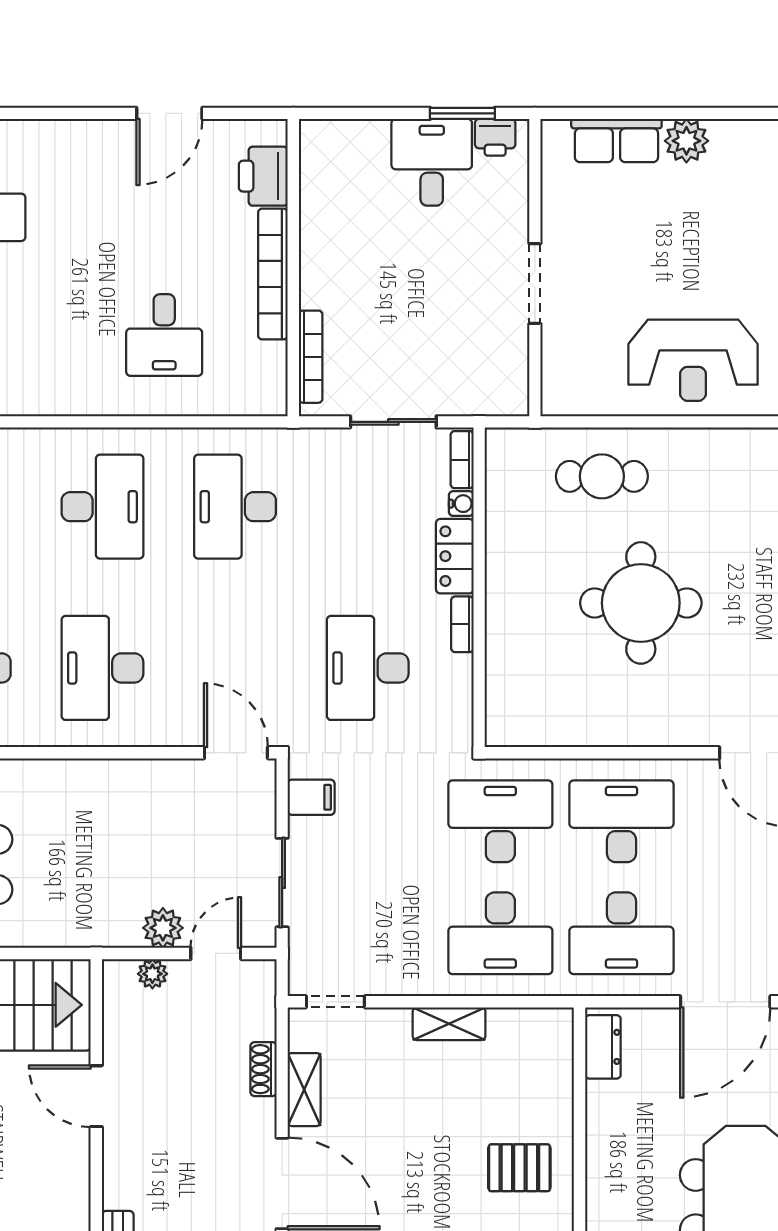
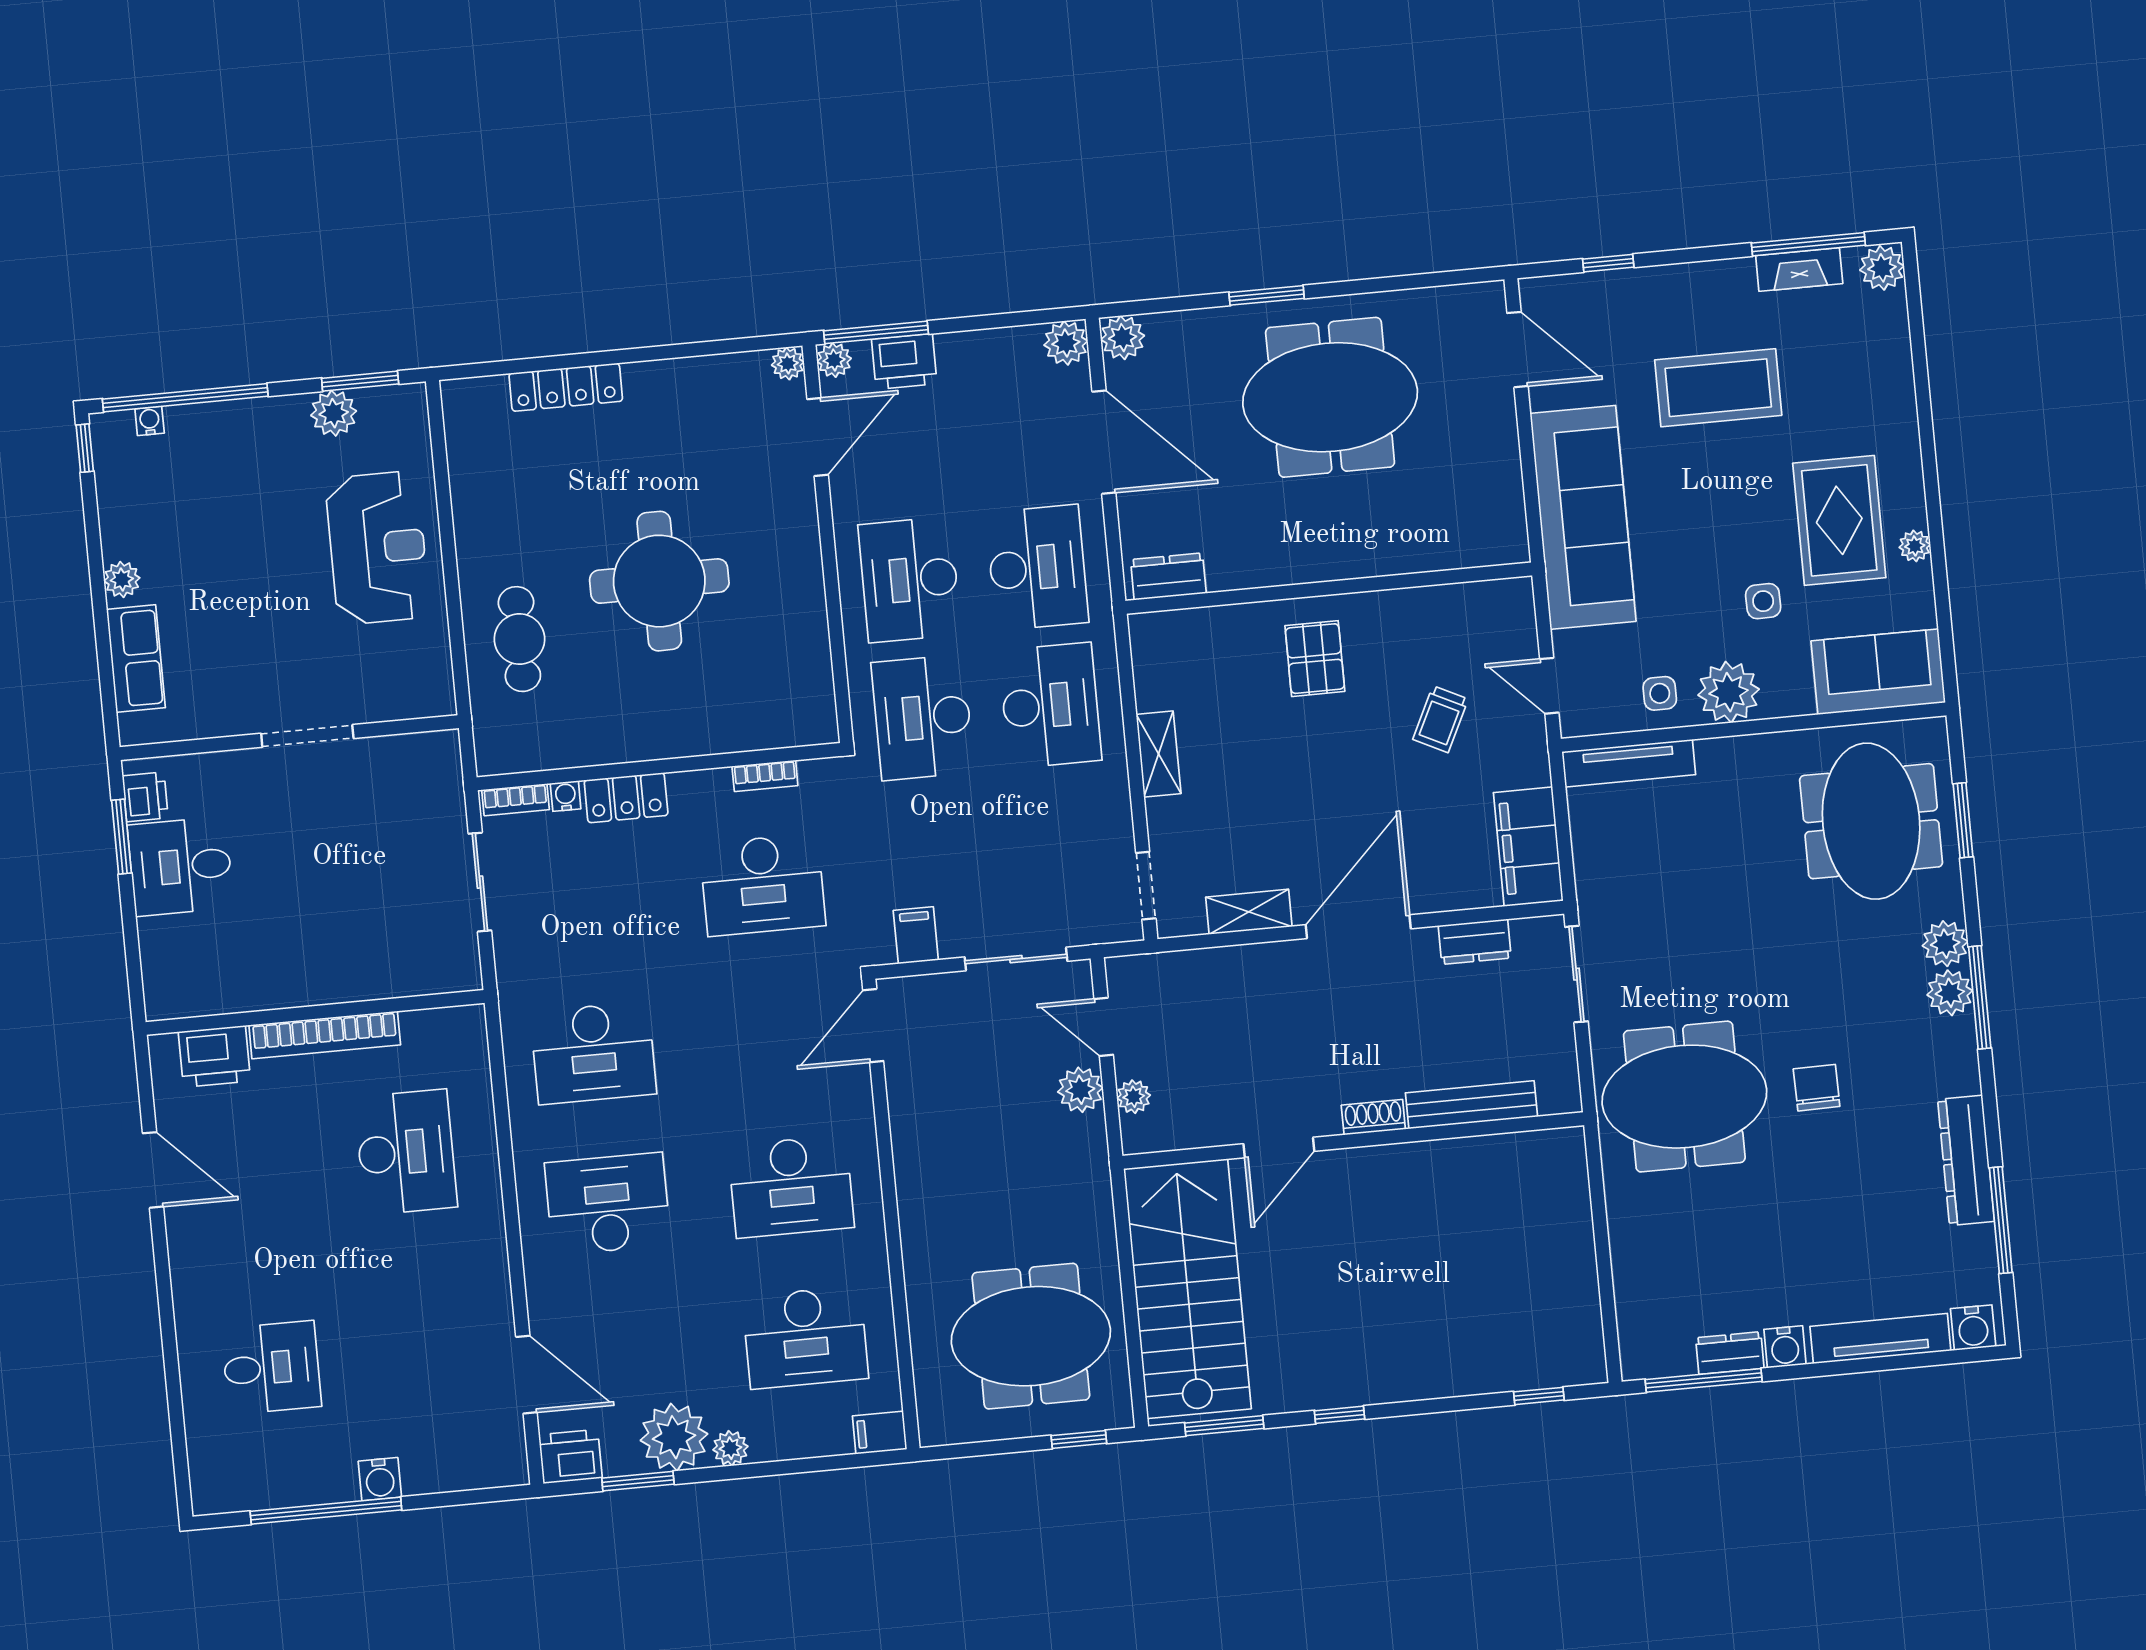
plant: (686, 141) -> (122, 579), width x0.73, depth x0.73
desk: (164, 335) -> (406, 1152), width x1.37
bookcase: (311, 357) -> (415, 983), removed
bookcase: (462, 624) -> (765, 776), moved
shoe rack: (263, 1069) -> (1373, 1117), moved, turned 180

